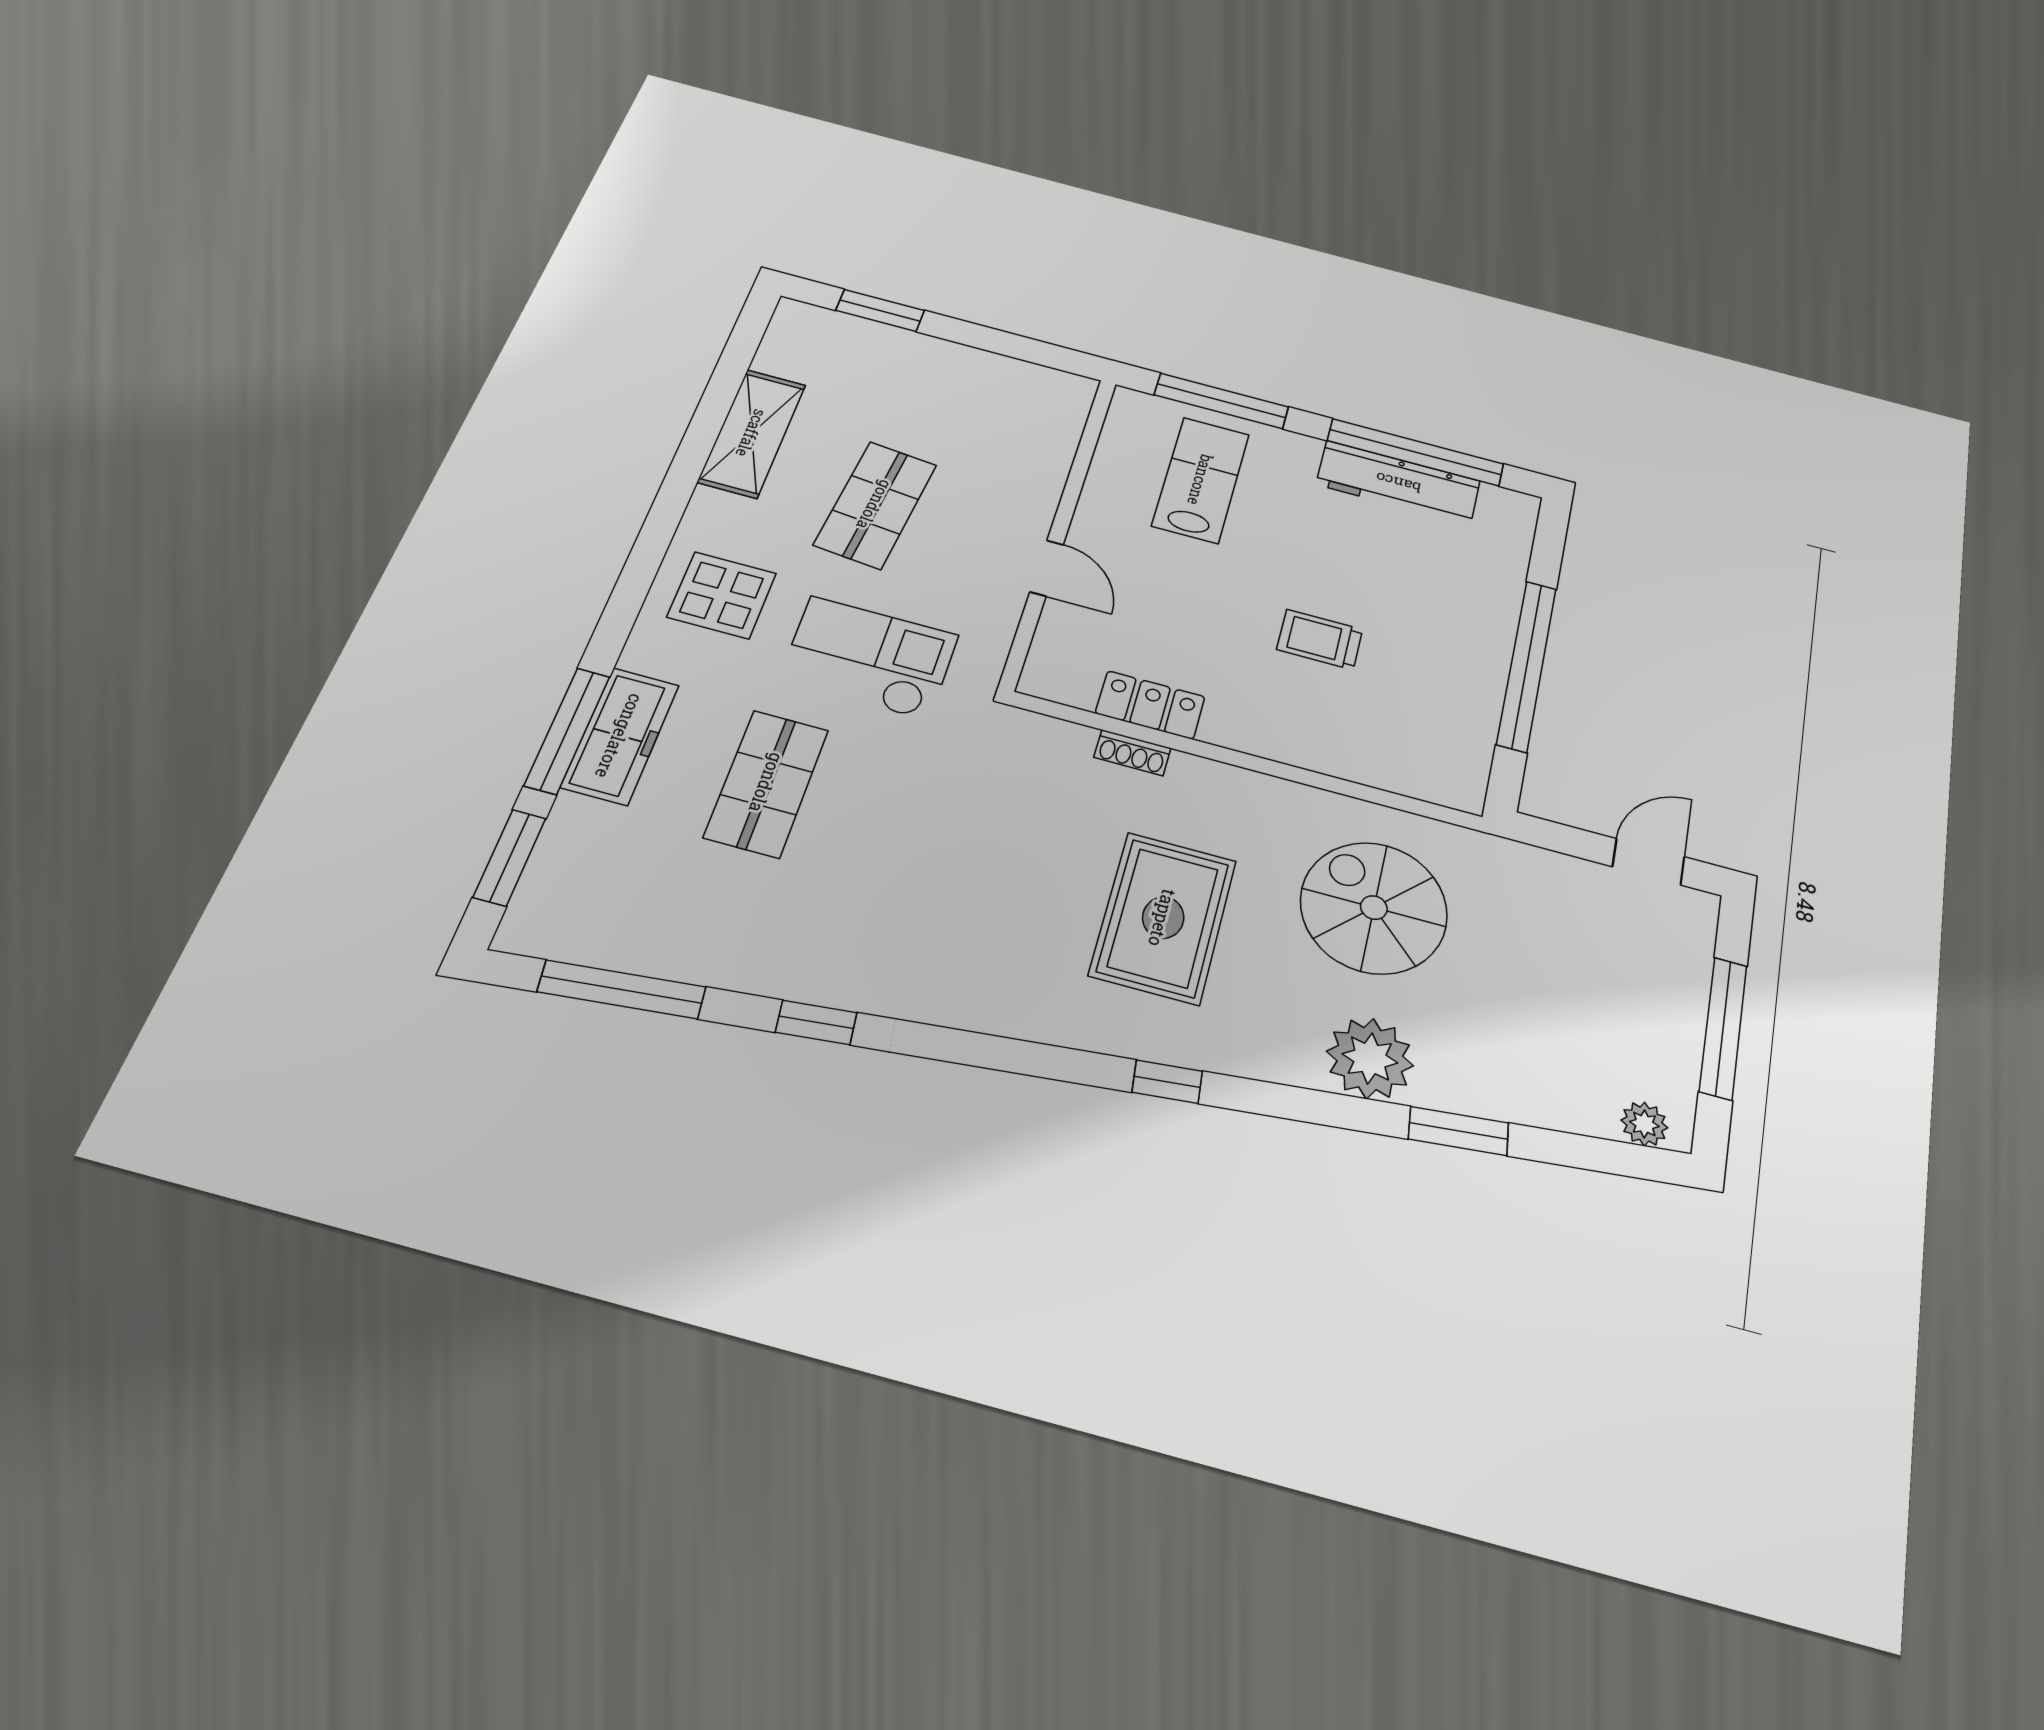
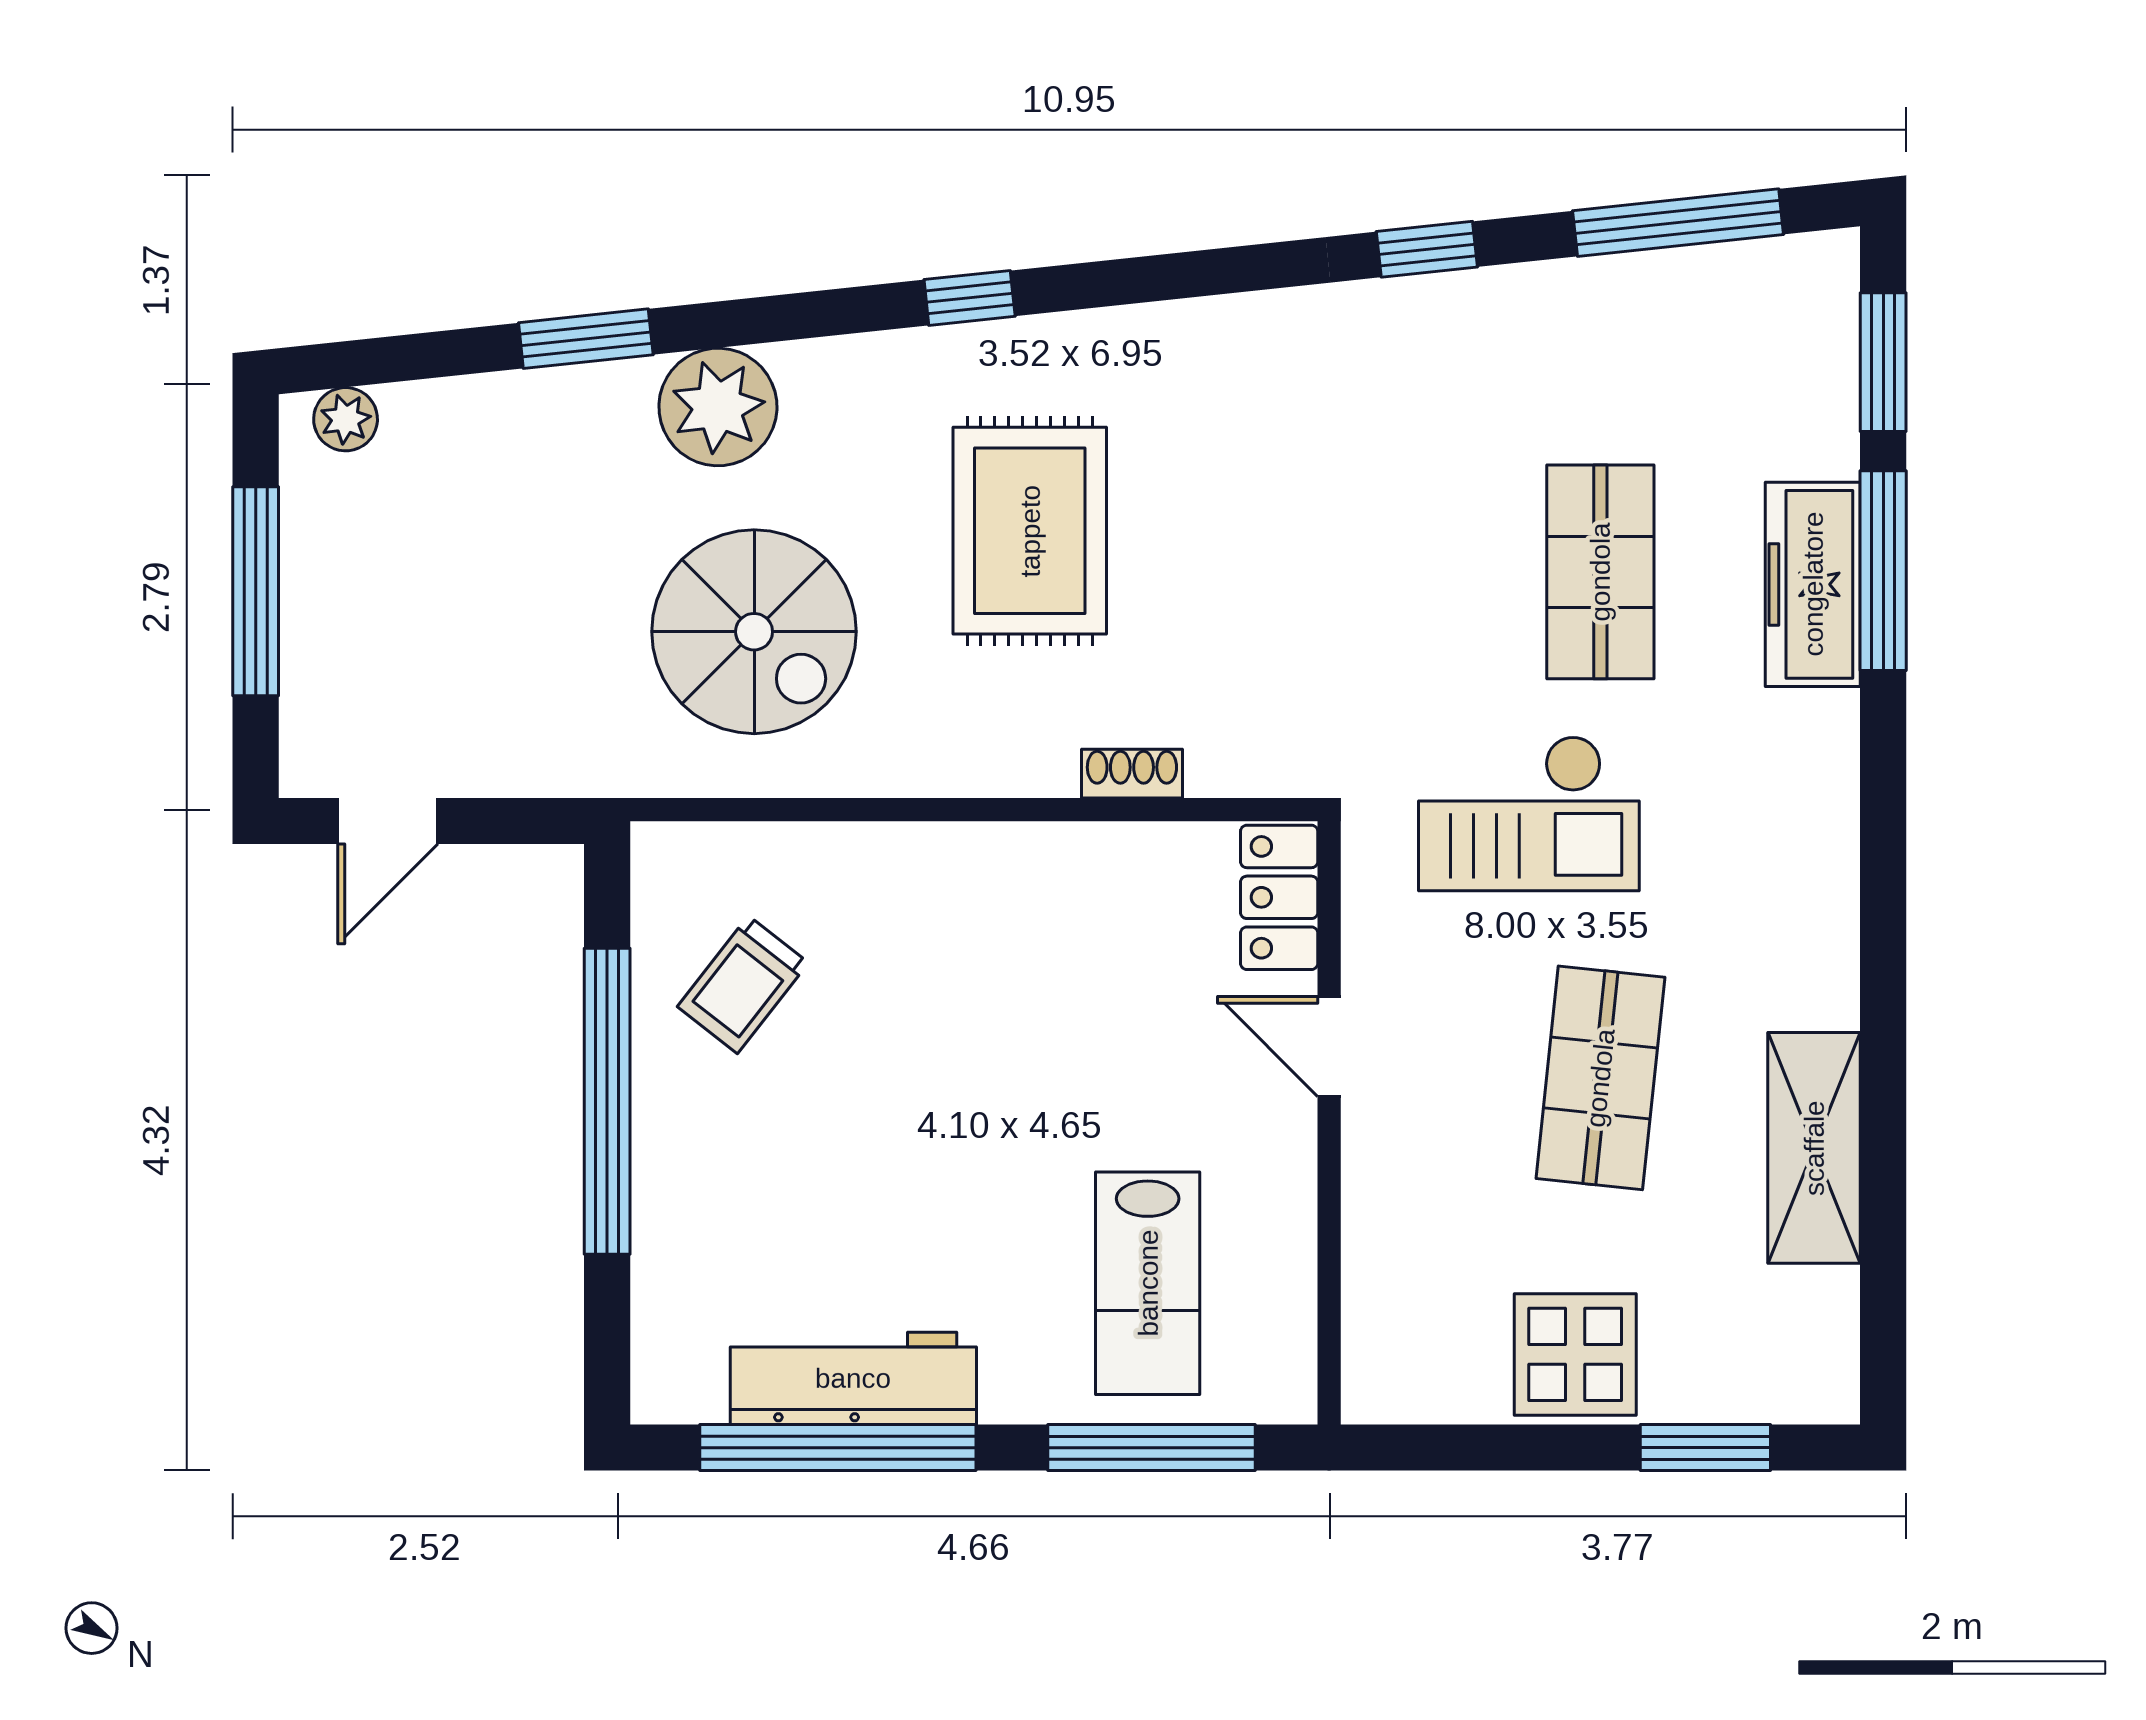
display table: (722, 595) -> (1575, 1354), moved
trolley: (1320, 639) -> (743, 985), moved, turned 128
locker: (1150, 705) -> (1279, 897), moved, turned 90

